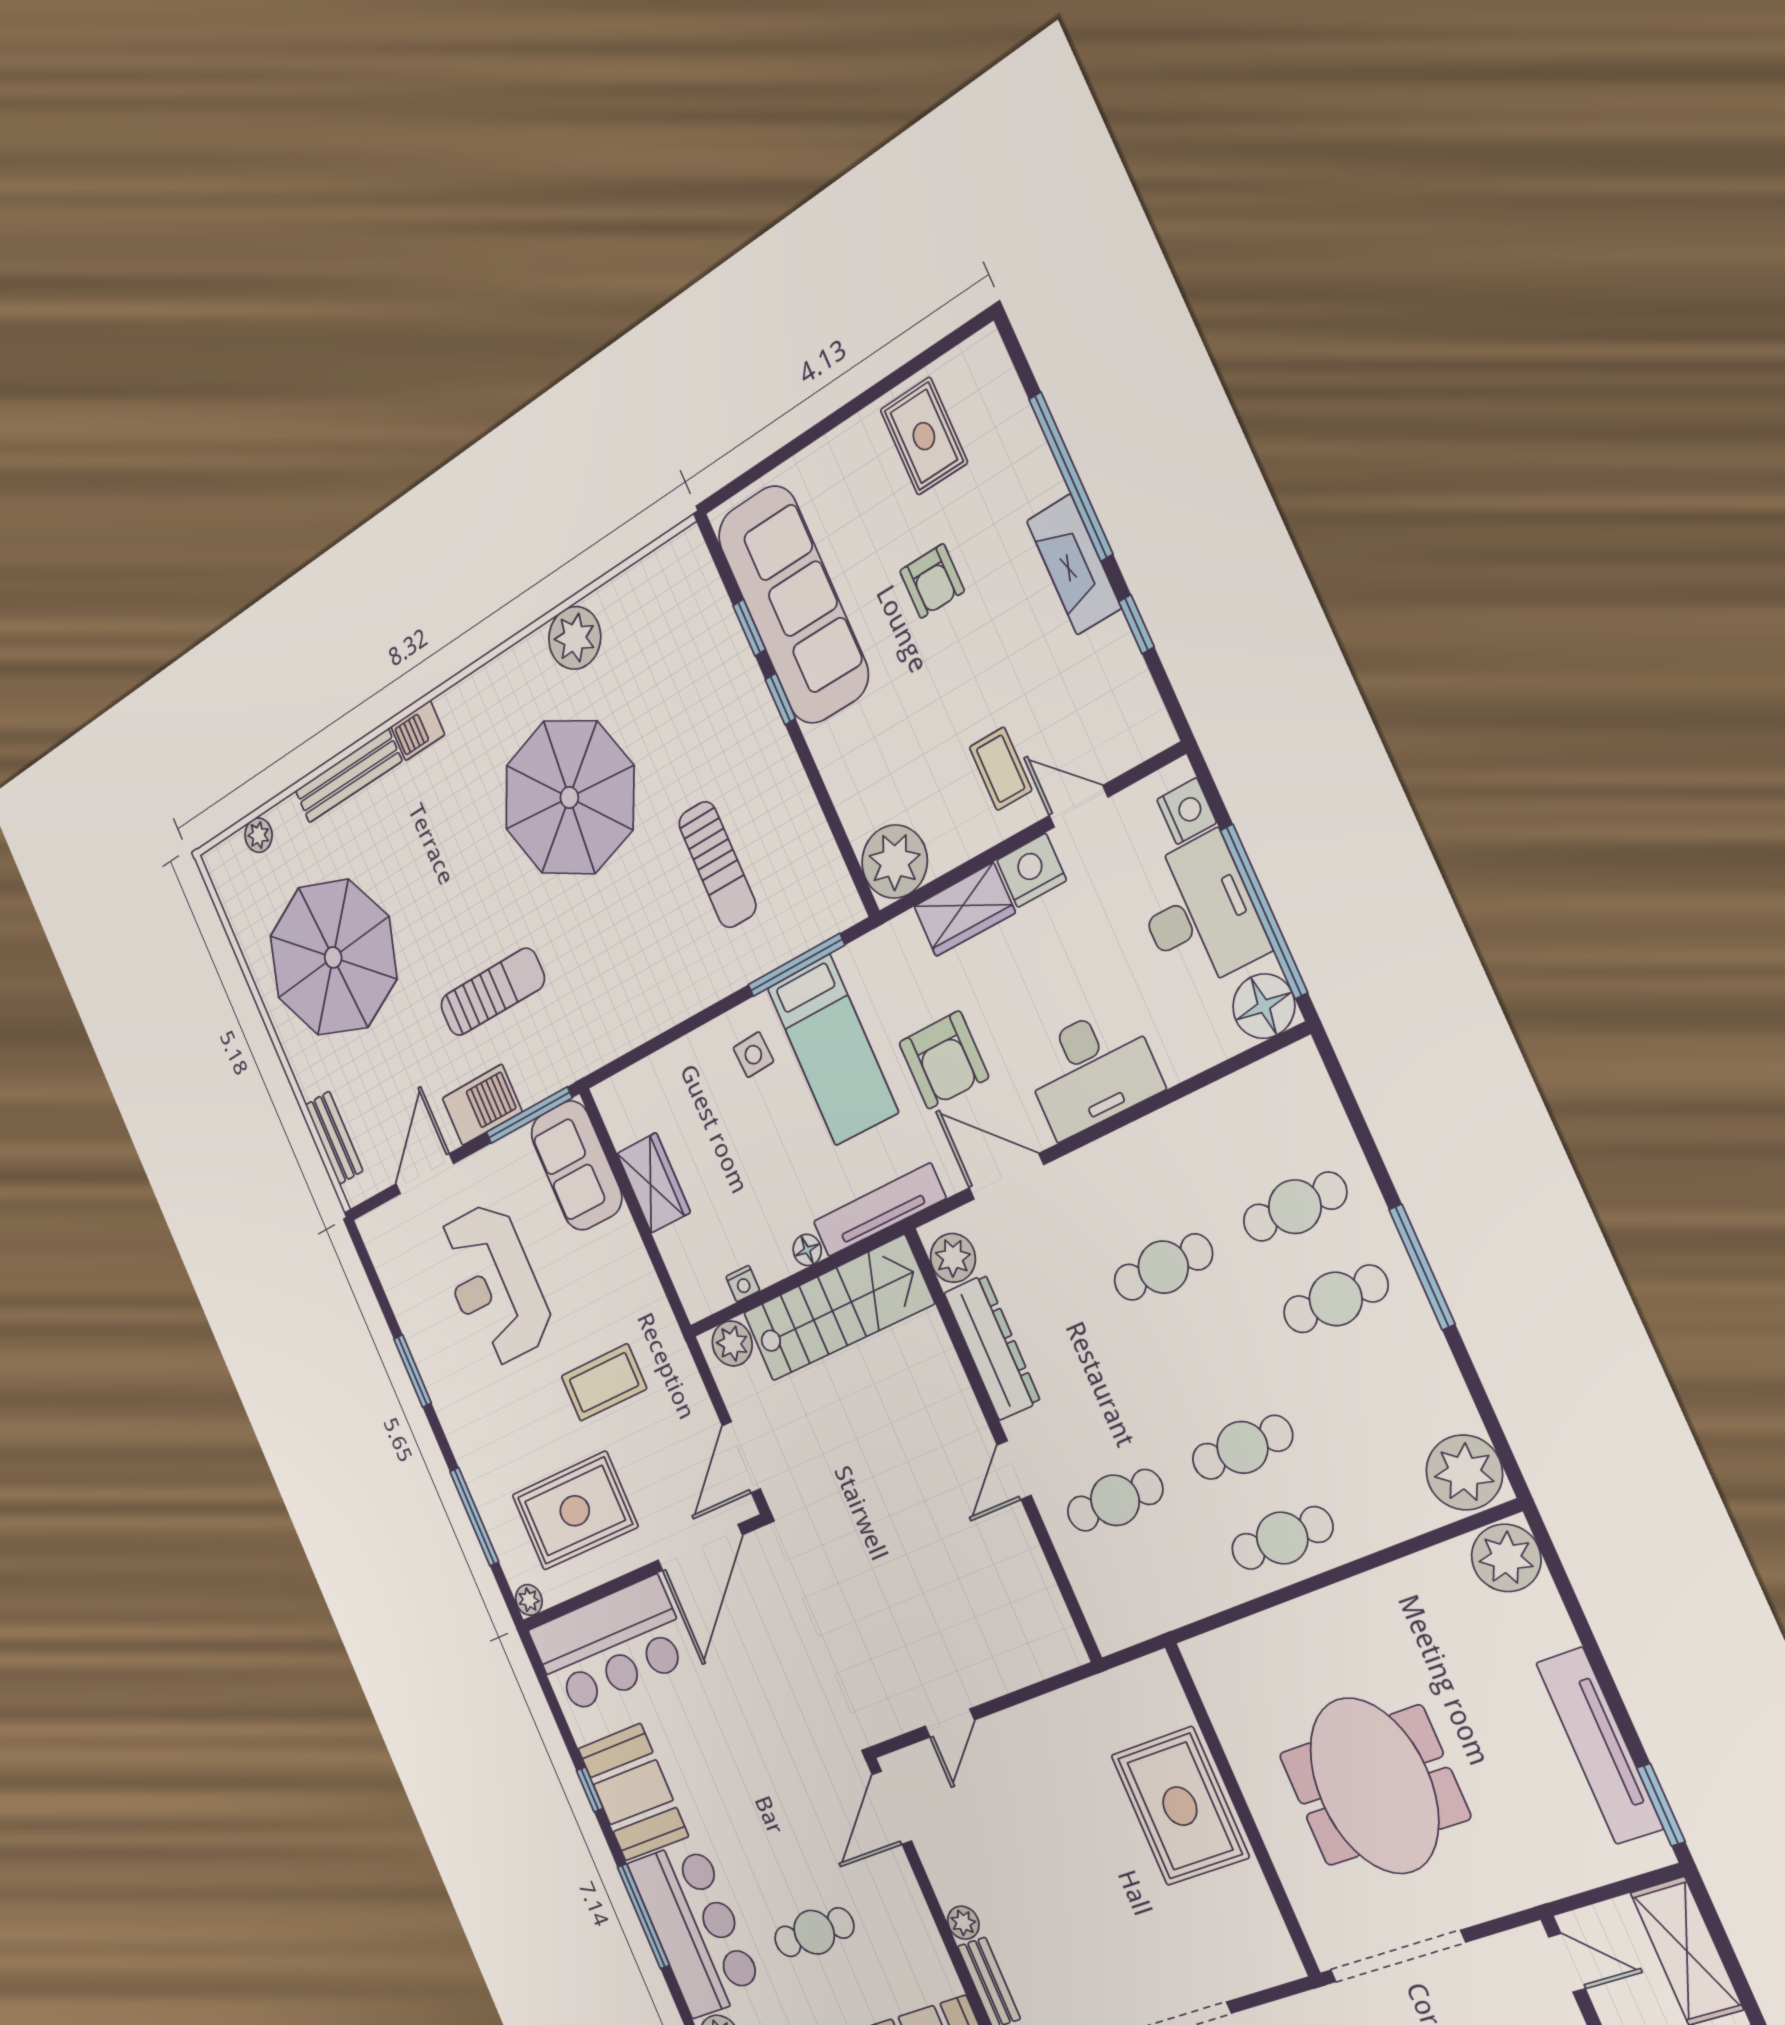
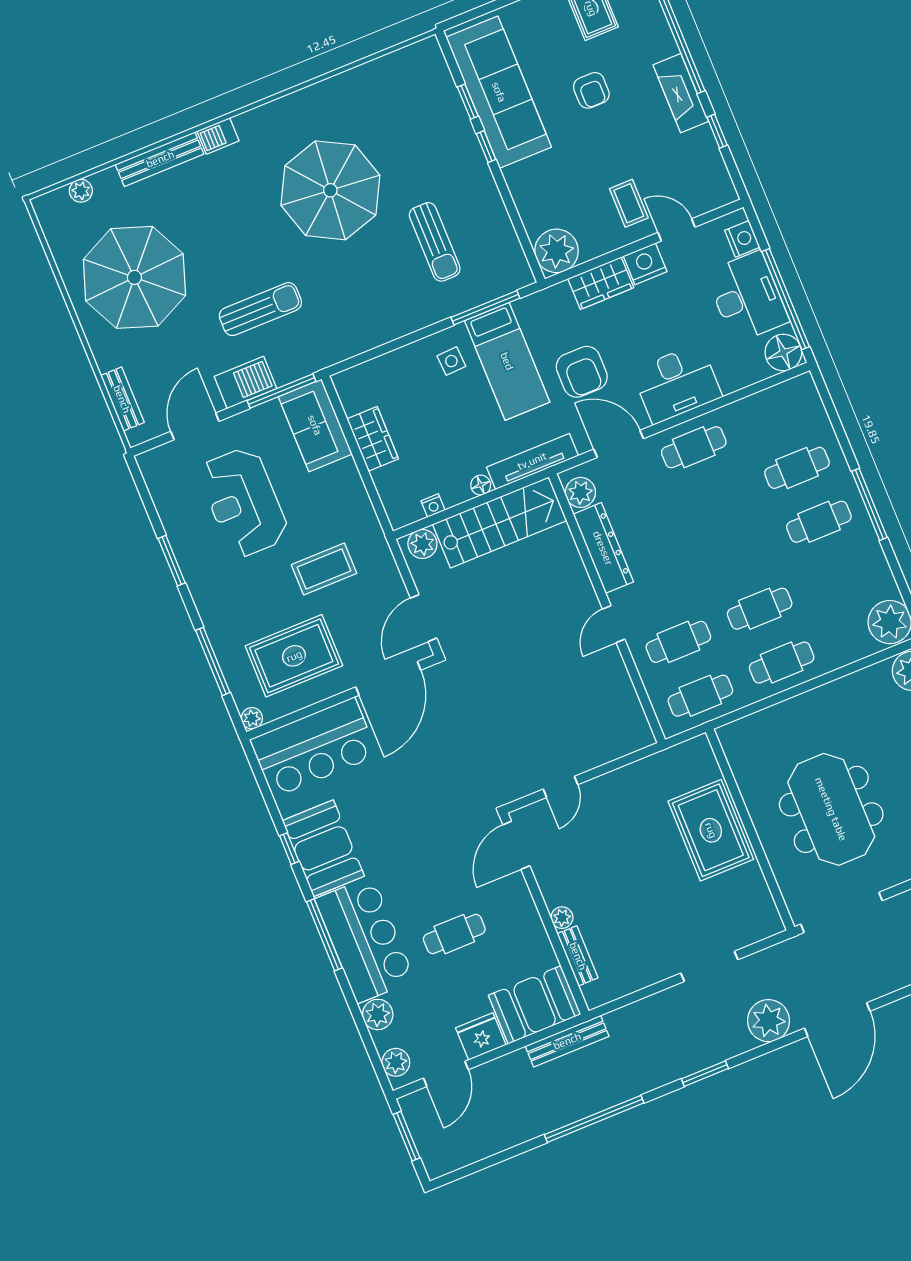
plant: (575, 638) -> (343, 92), removed
cafe table: (1163, 1267) -> (694, 447), moved
cafe table: (1154, 1589) -> (700, 696), added

